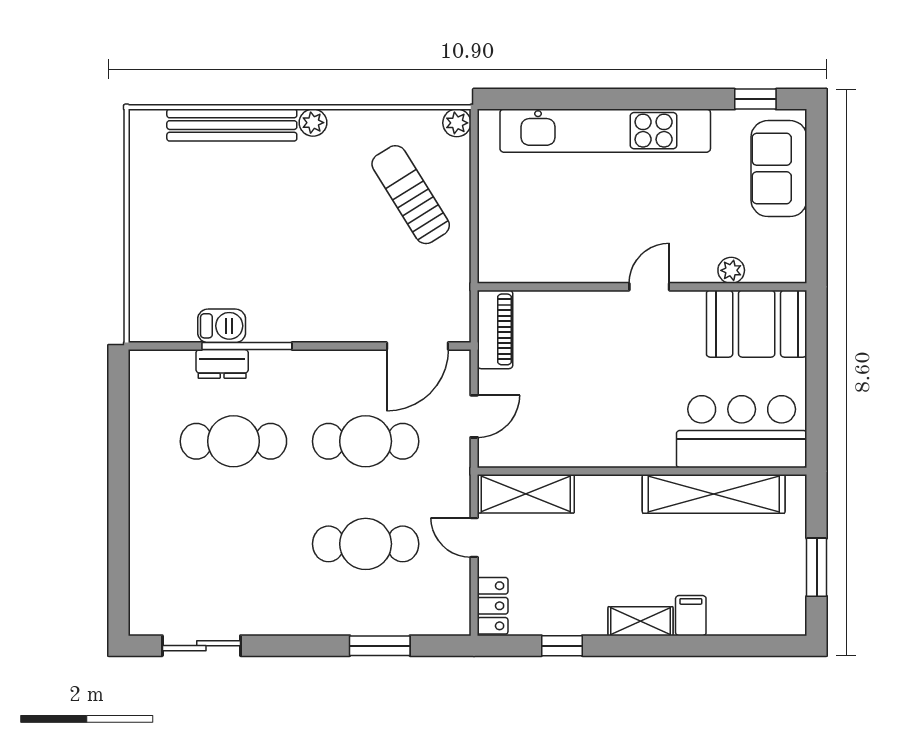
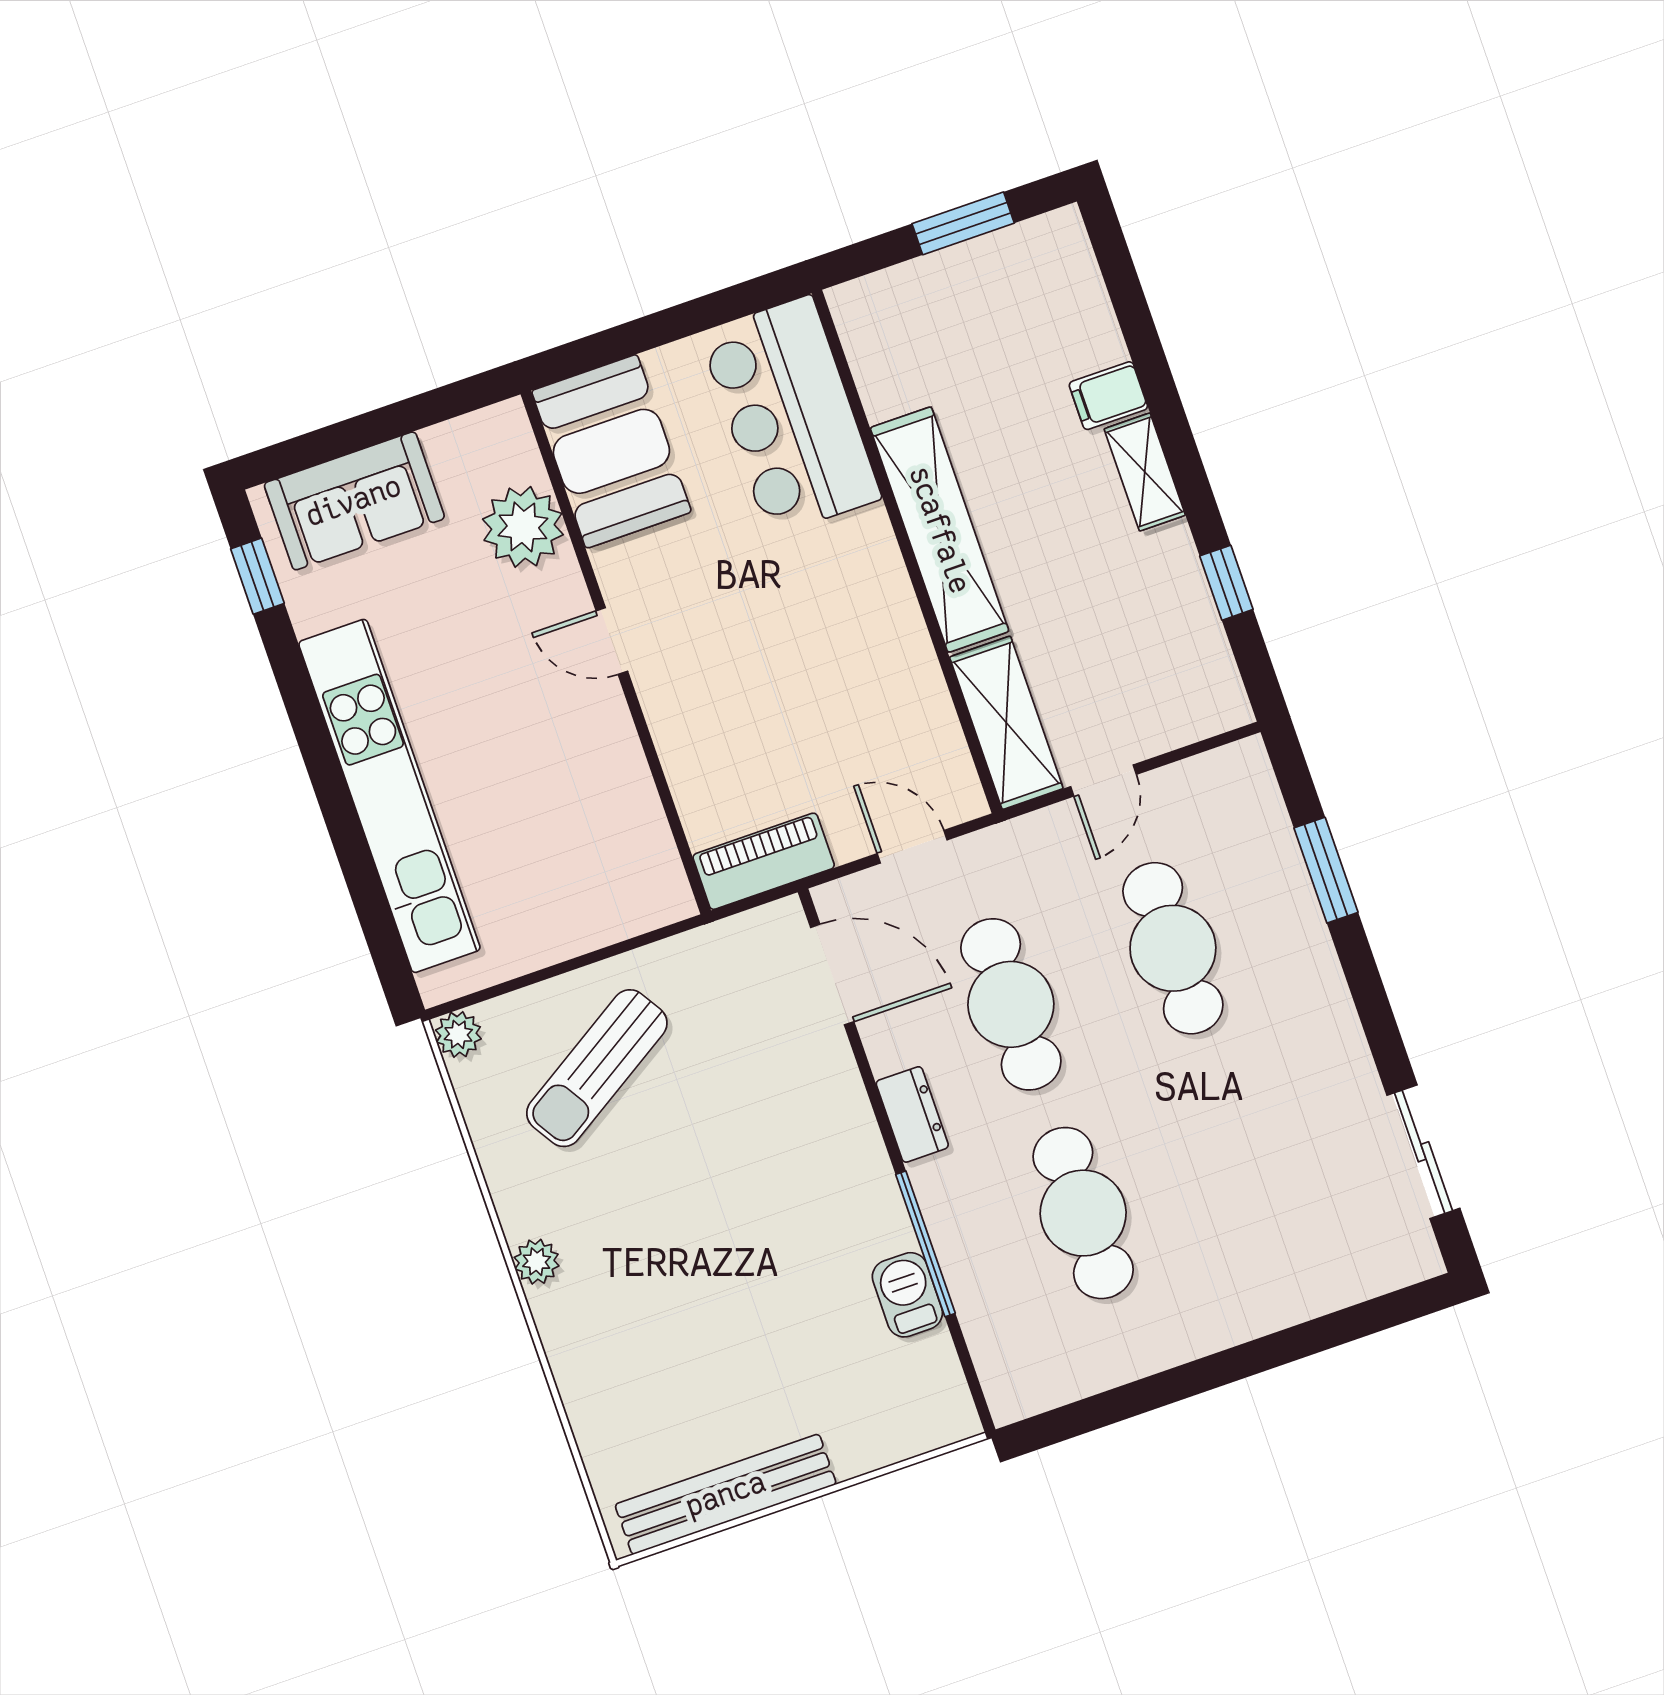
bench: (232, 125) -> (726, 1494), moved, turned 90
plant: (731, 270) -> (523, 527), width x1.88, depth x1.88
dresser: (222, 364) -> (912, 1114), moved
shelving: (714, 494) -> (940, 530), moved
locker: (493, 606) -> (1201, 714), removed

